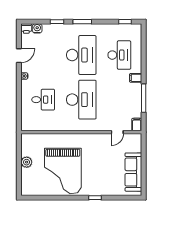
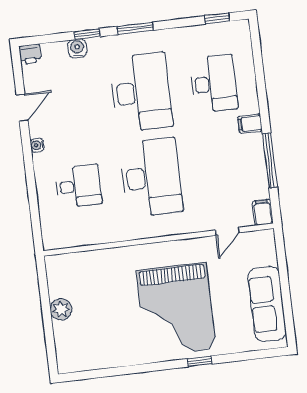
water cooler: (37, 28) -> (77, 48), moved
grand piano: (63, 171) -> (176, 310), moved

